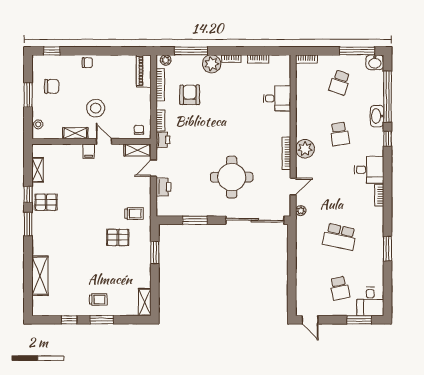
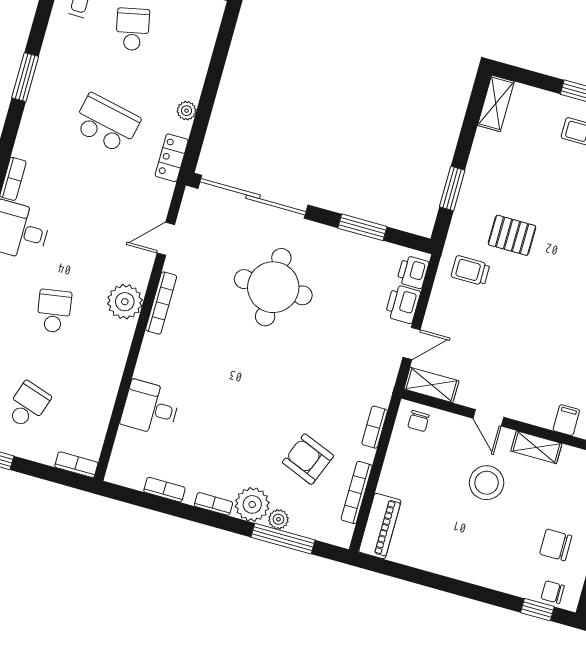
plant: (166, 60) -> (278, 519), moved
chair: (87, 63) -> (553, 592), moved
armchair: (190, 95) -> (308, 459), turned 112
printer: (163, 140) -> (413, 272), moved
filing cabinet: (89, 151) -> (566, 420), moved
plant: (301, 211) -> (187, 111), moved
locker: (302, 228) -> (172, 158), added

